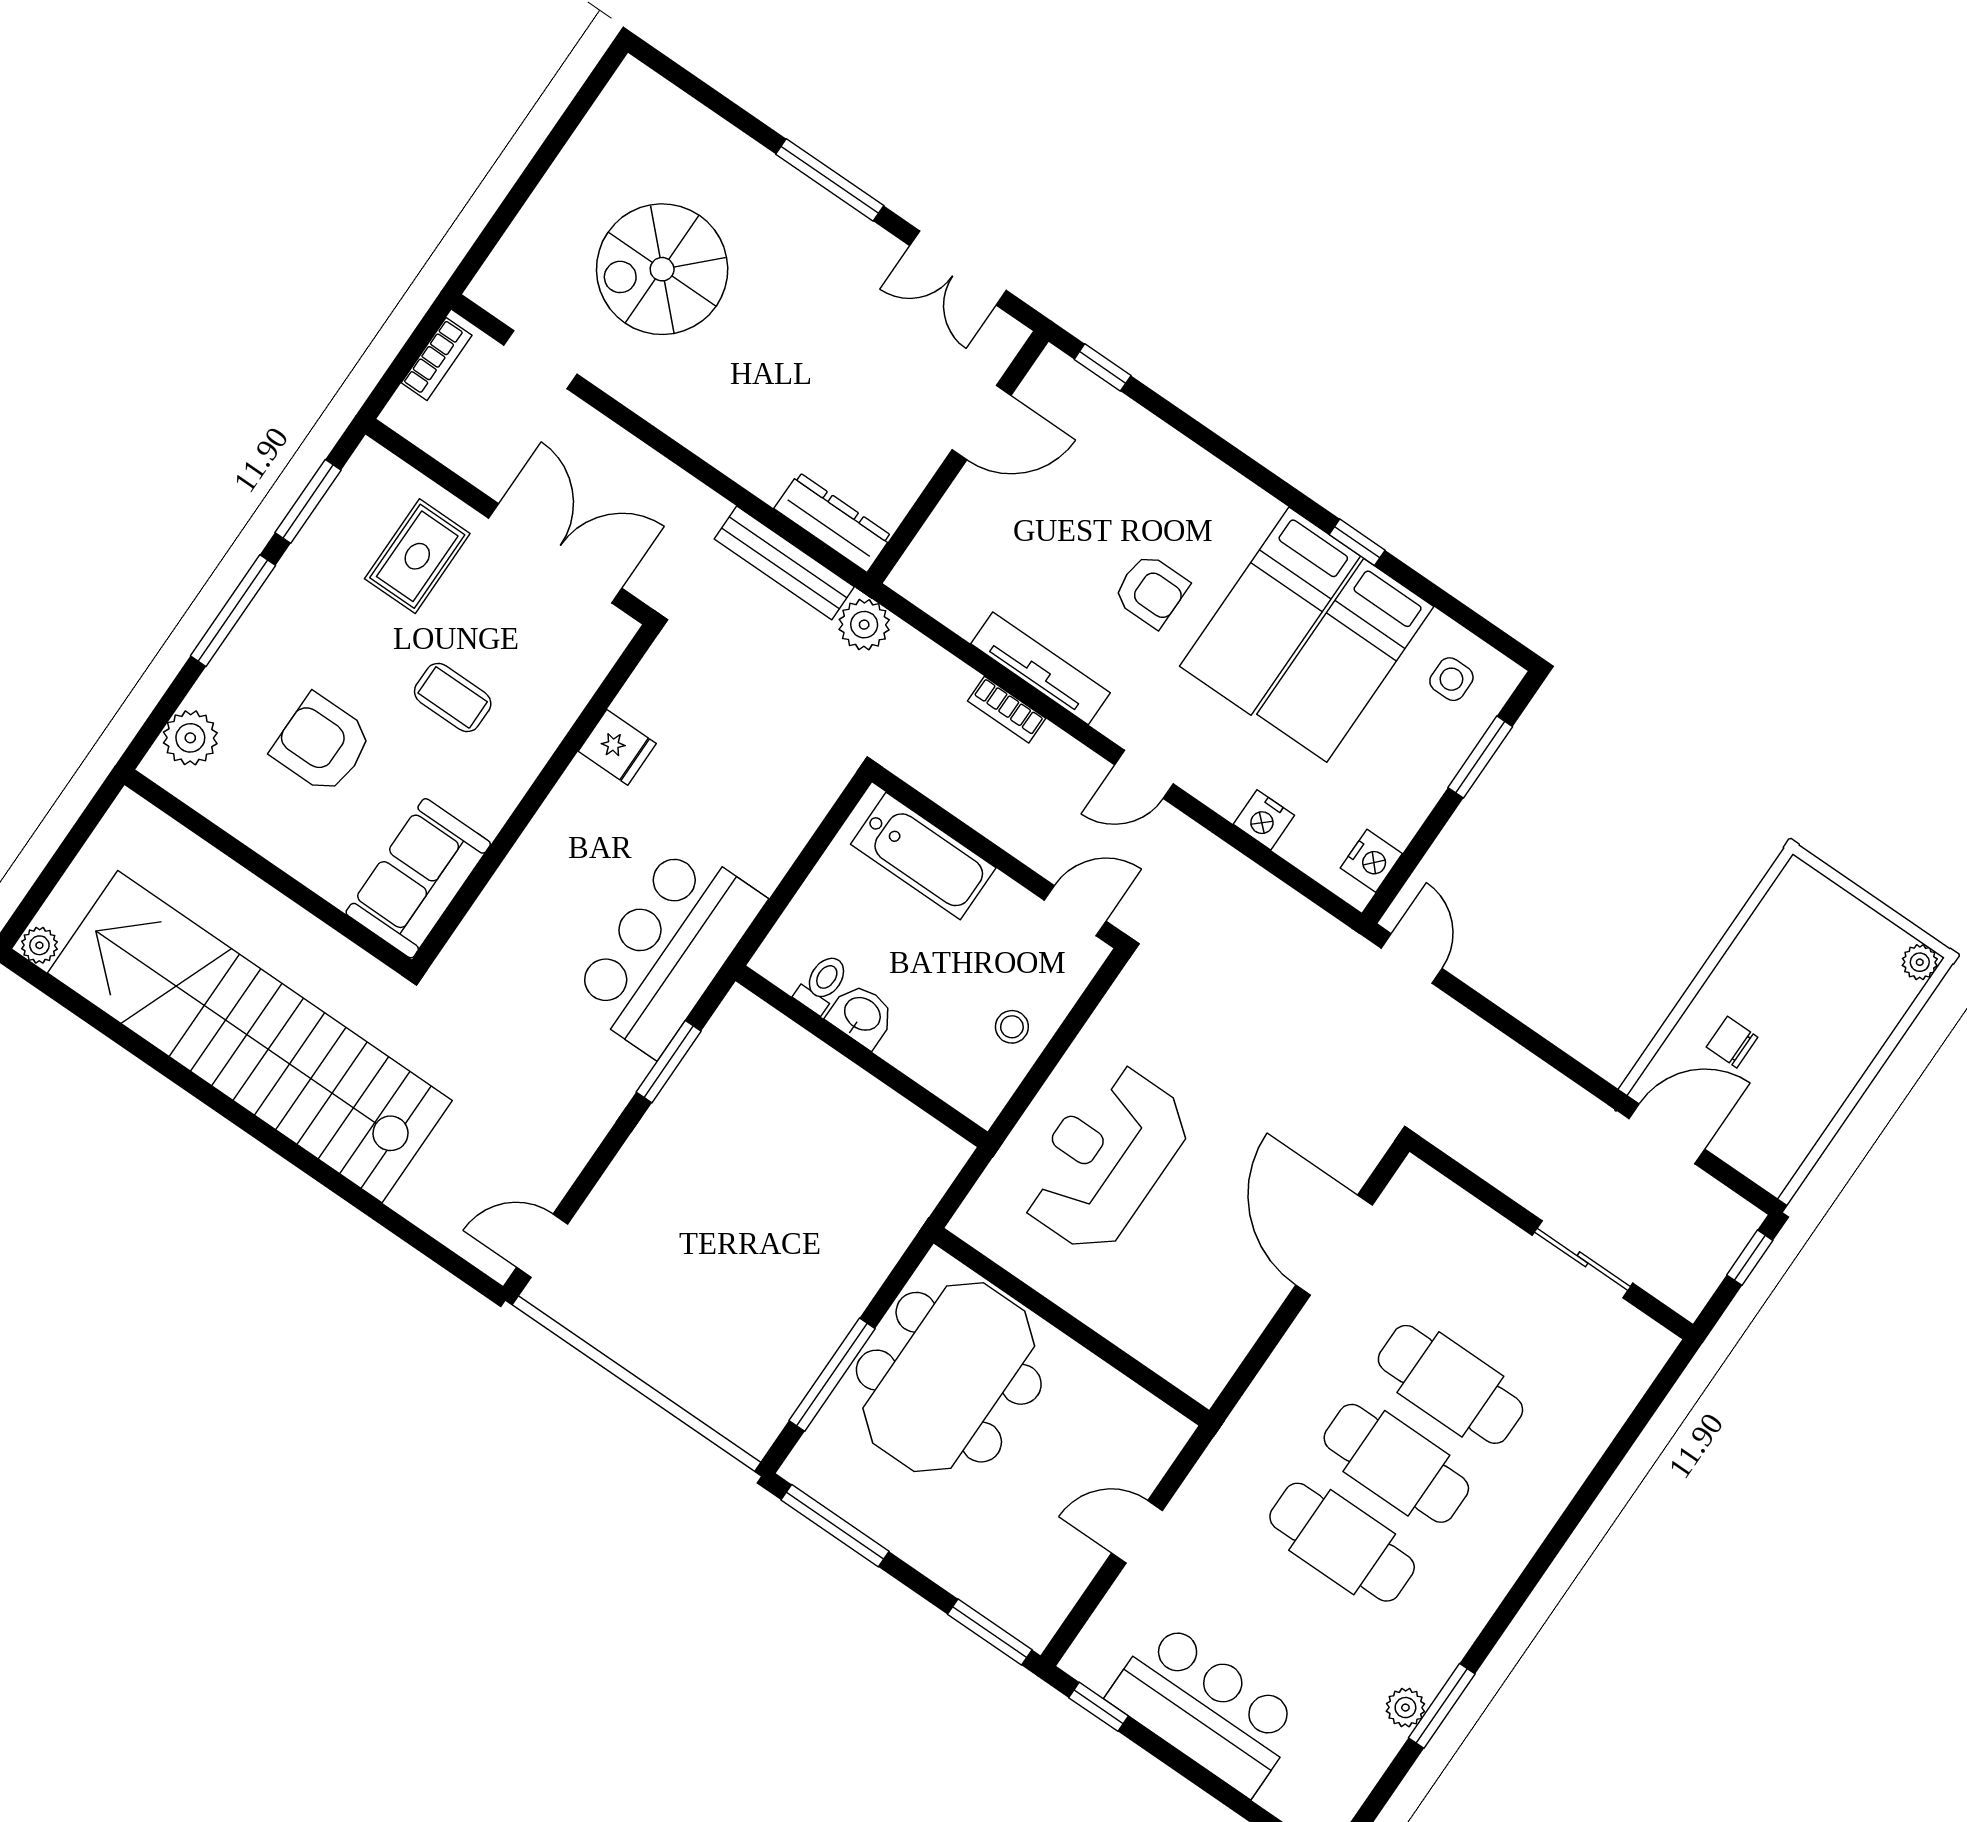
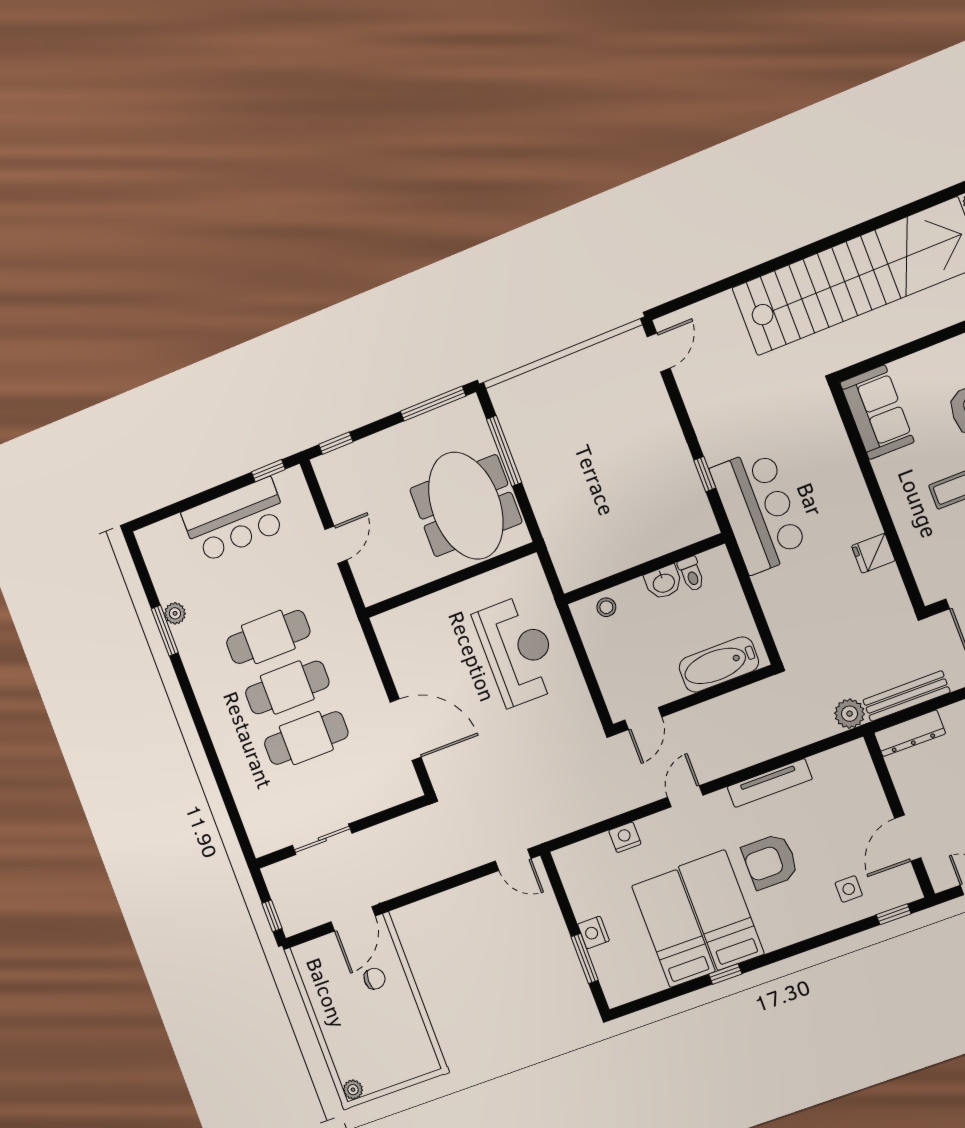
armchair: (1151, 591) -> (770, 861), width x1.38, depth x1.38
side table: (1451, 679) -> (849, 889), moved
bookcase: (1007, 710) -> (761, 753), removed
nightstand: (1371, 861) -> (593, 932), moved
stool: (1012, 1027) -> (606, 607), moved
window: (669, 1062) -> (705, 474), width x0.67
window: (990, 1632) -> (336, 443), width x0.67

